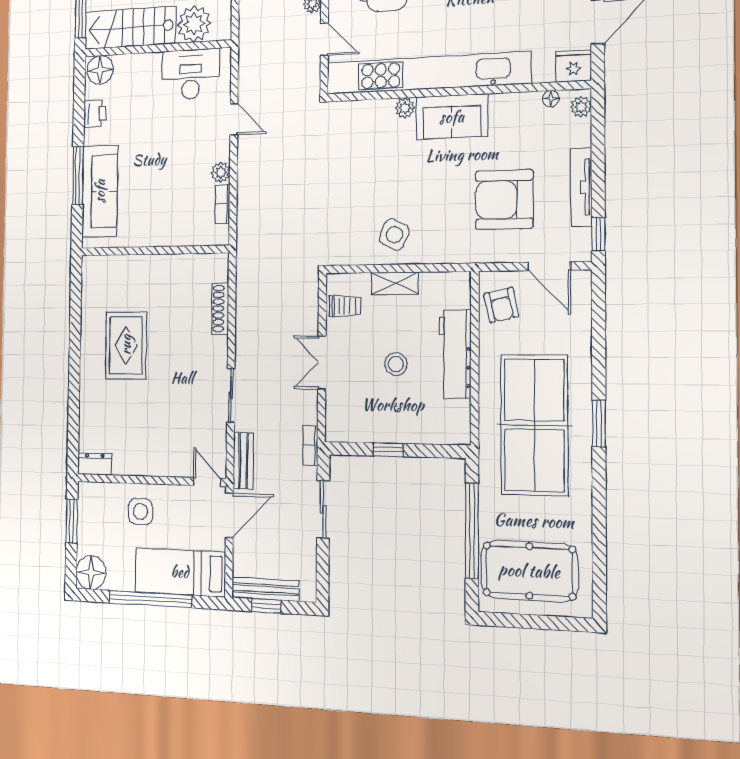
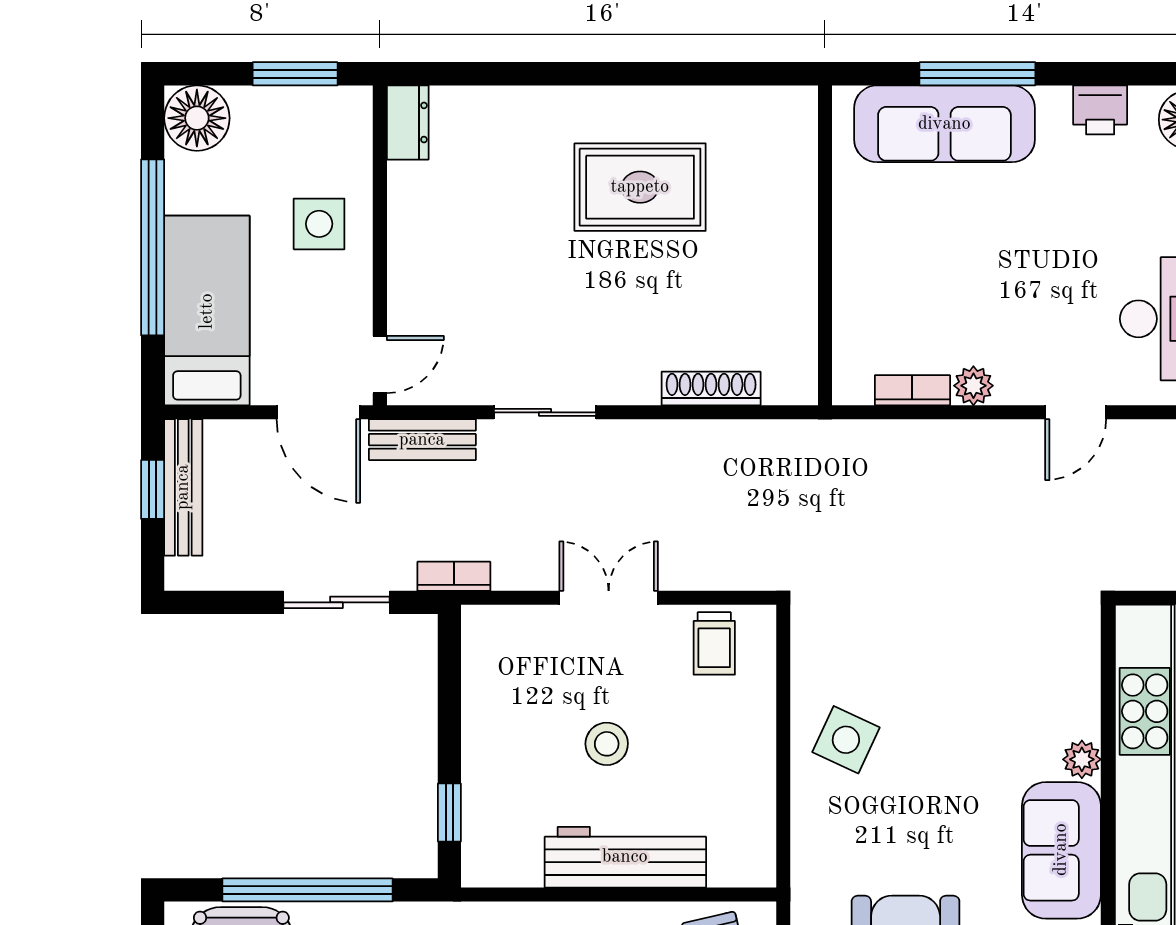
shelving: (395, 283) -> (756, 741), removed
window: (388, 450) -> (449, 813), moved

